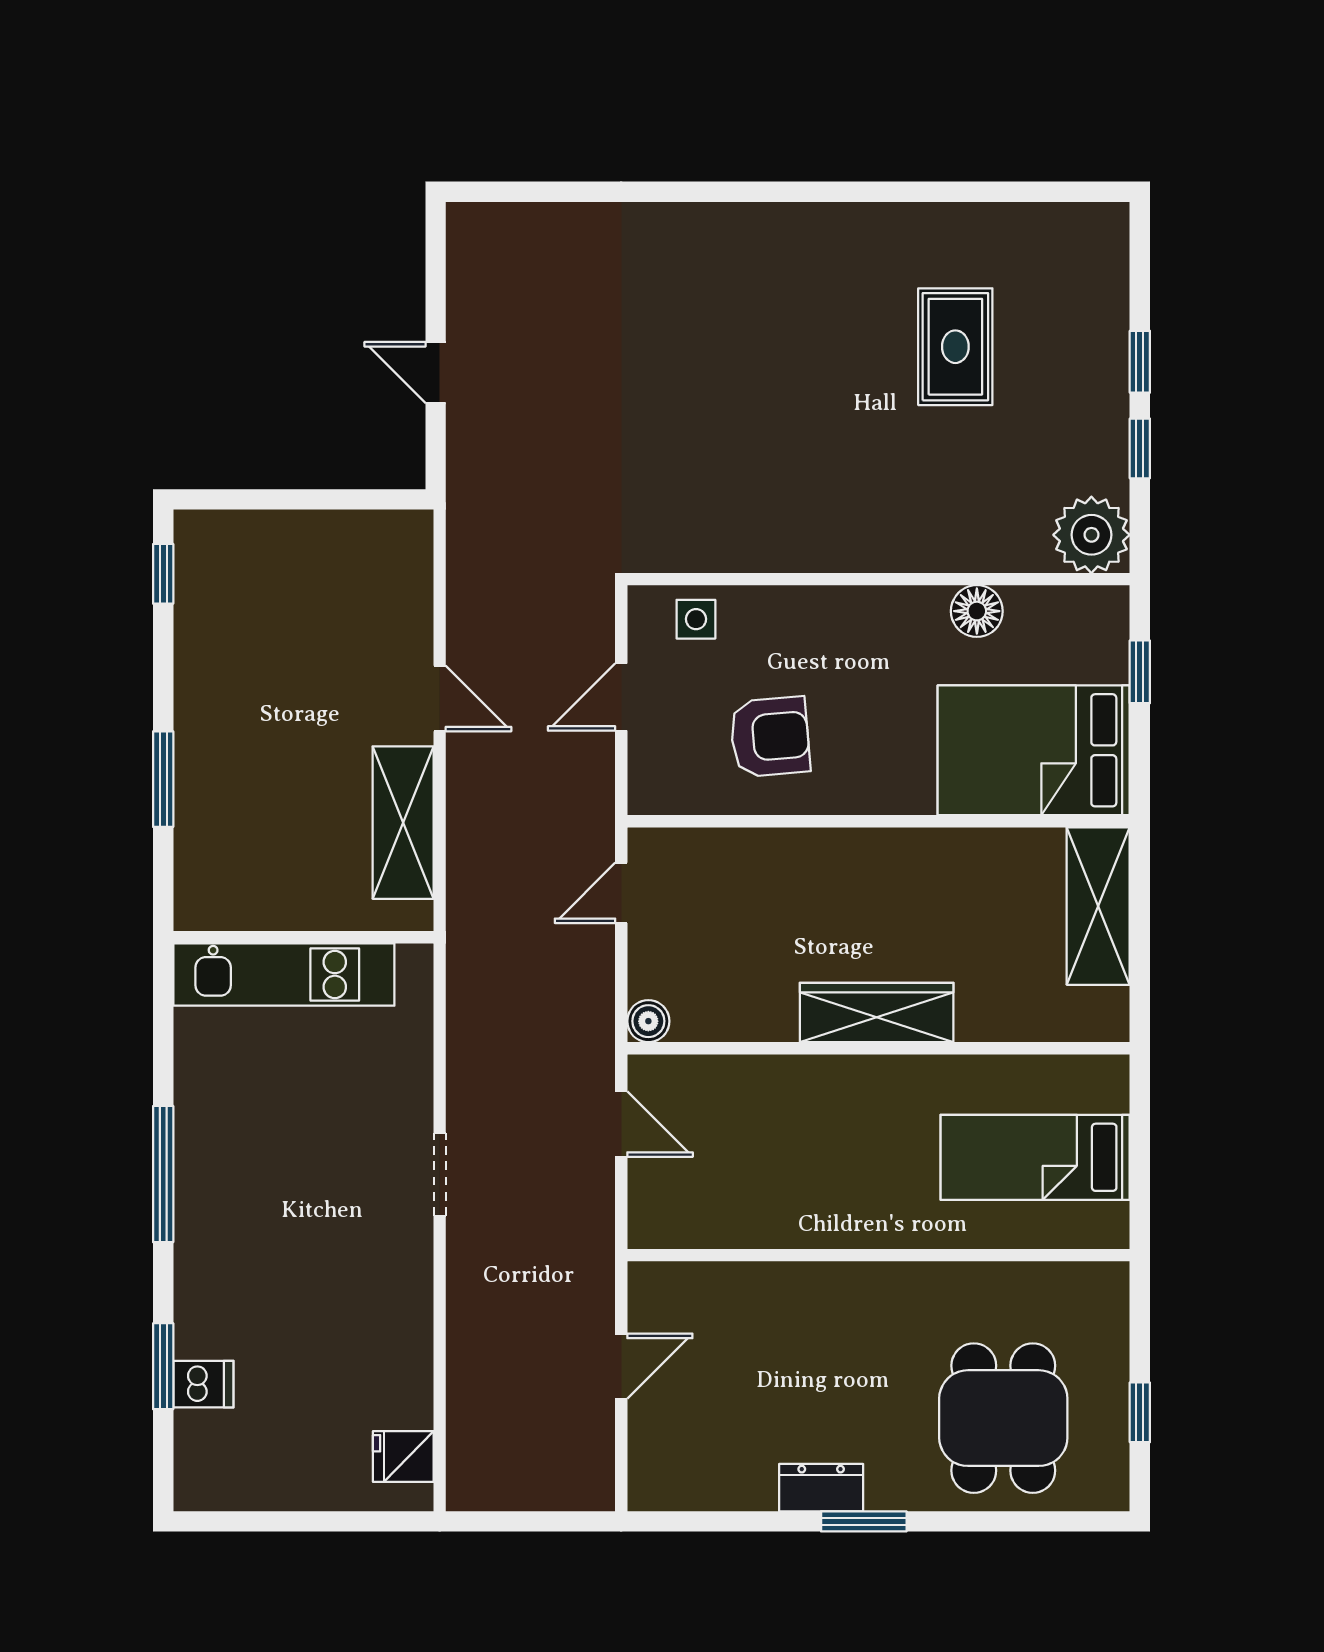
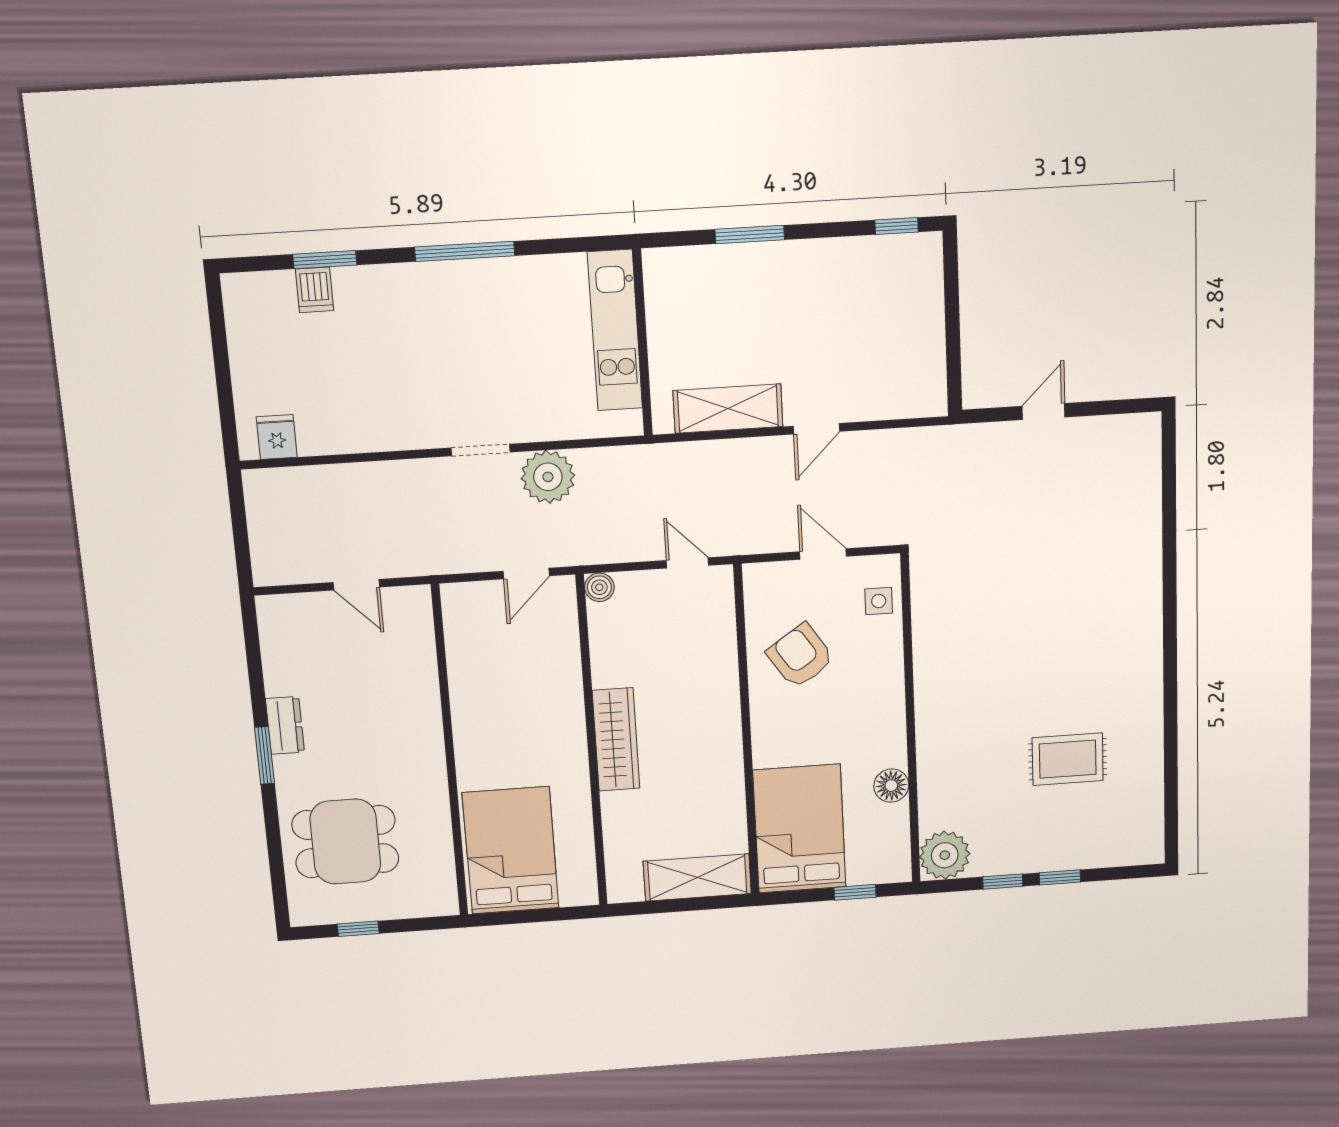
armchair: (770, 737) -> (800, 656), turned 151
plant: (484, 1083) -> (548, 477), added
bed: (1035, 1157) -> (511, 850), width x1.50

